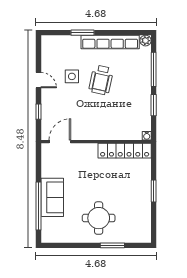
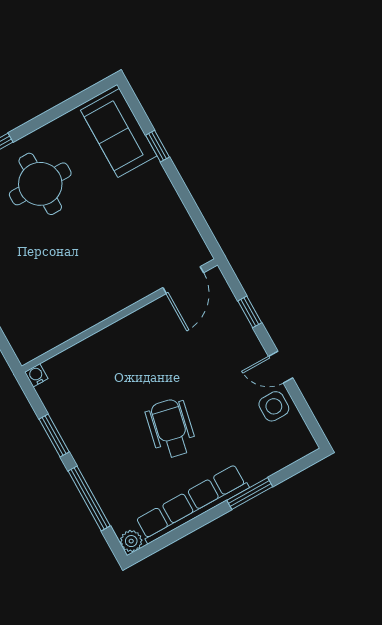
side table: (72, 76) -> (274, 406), moved
locker: (125, 151) -> (61, 328), removed
sofa: (52, 197) -> (119, 133), moved
window: (38, 206) -> (158, 146), width x0.32

